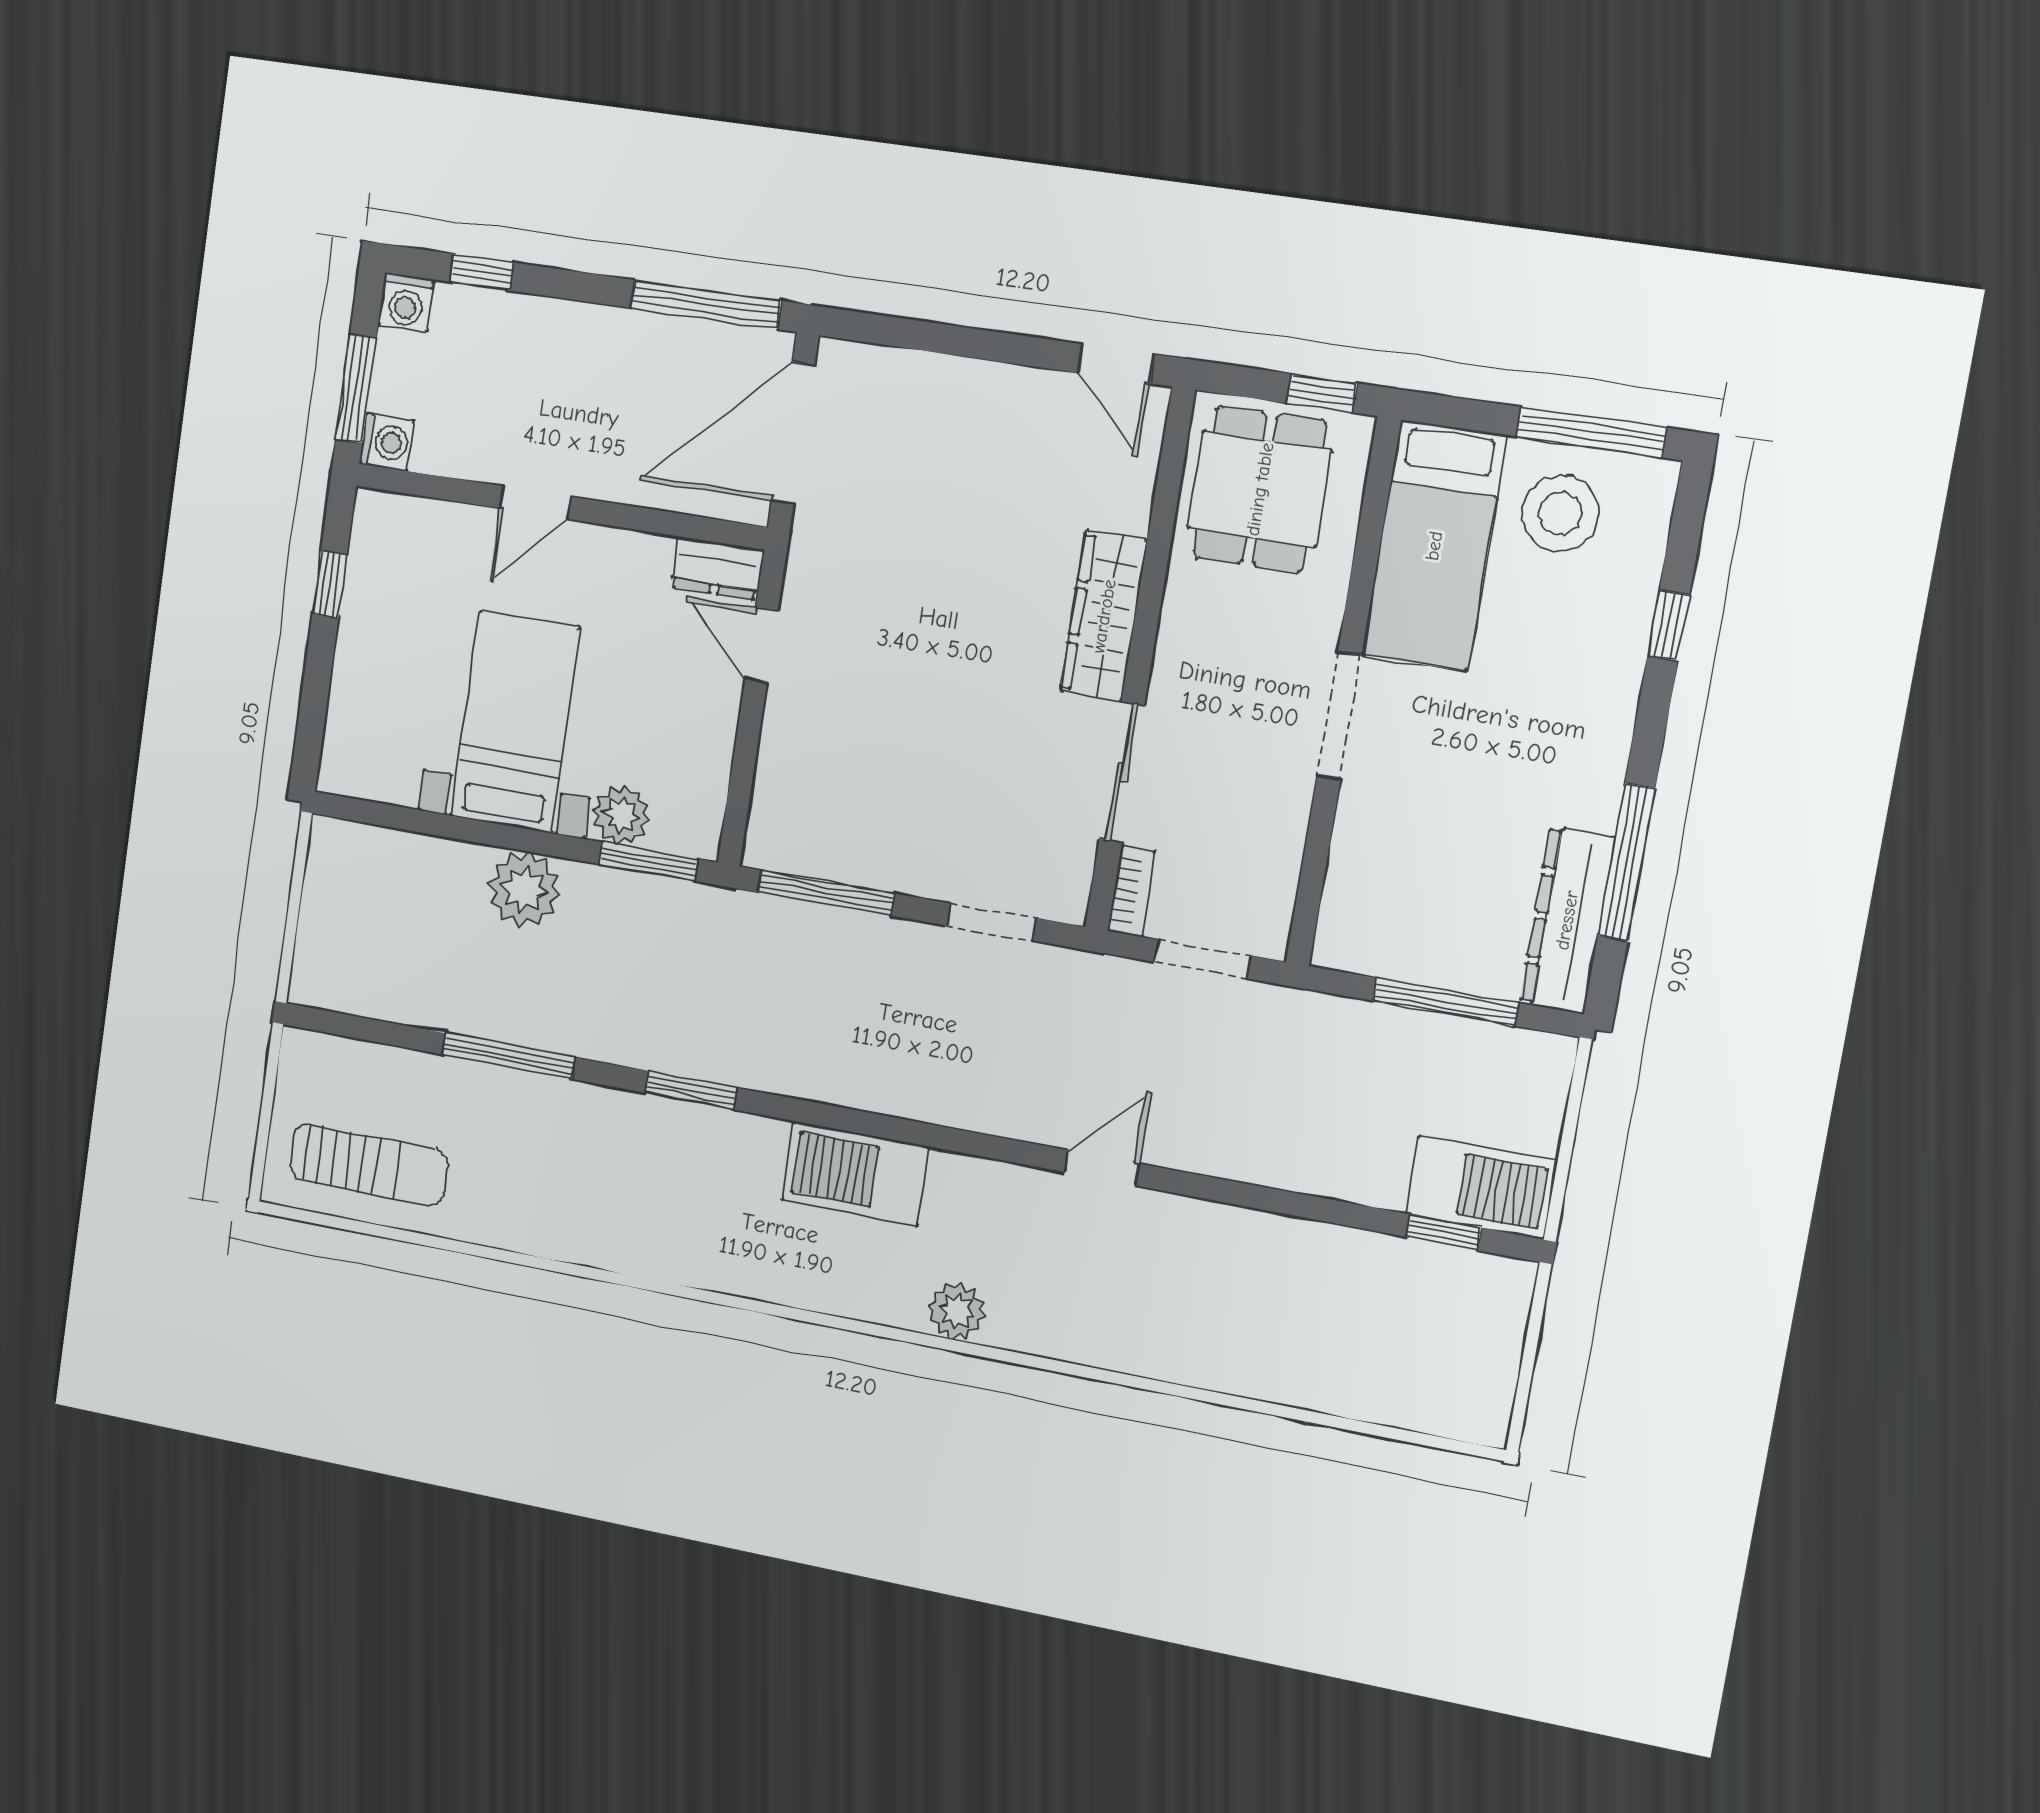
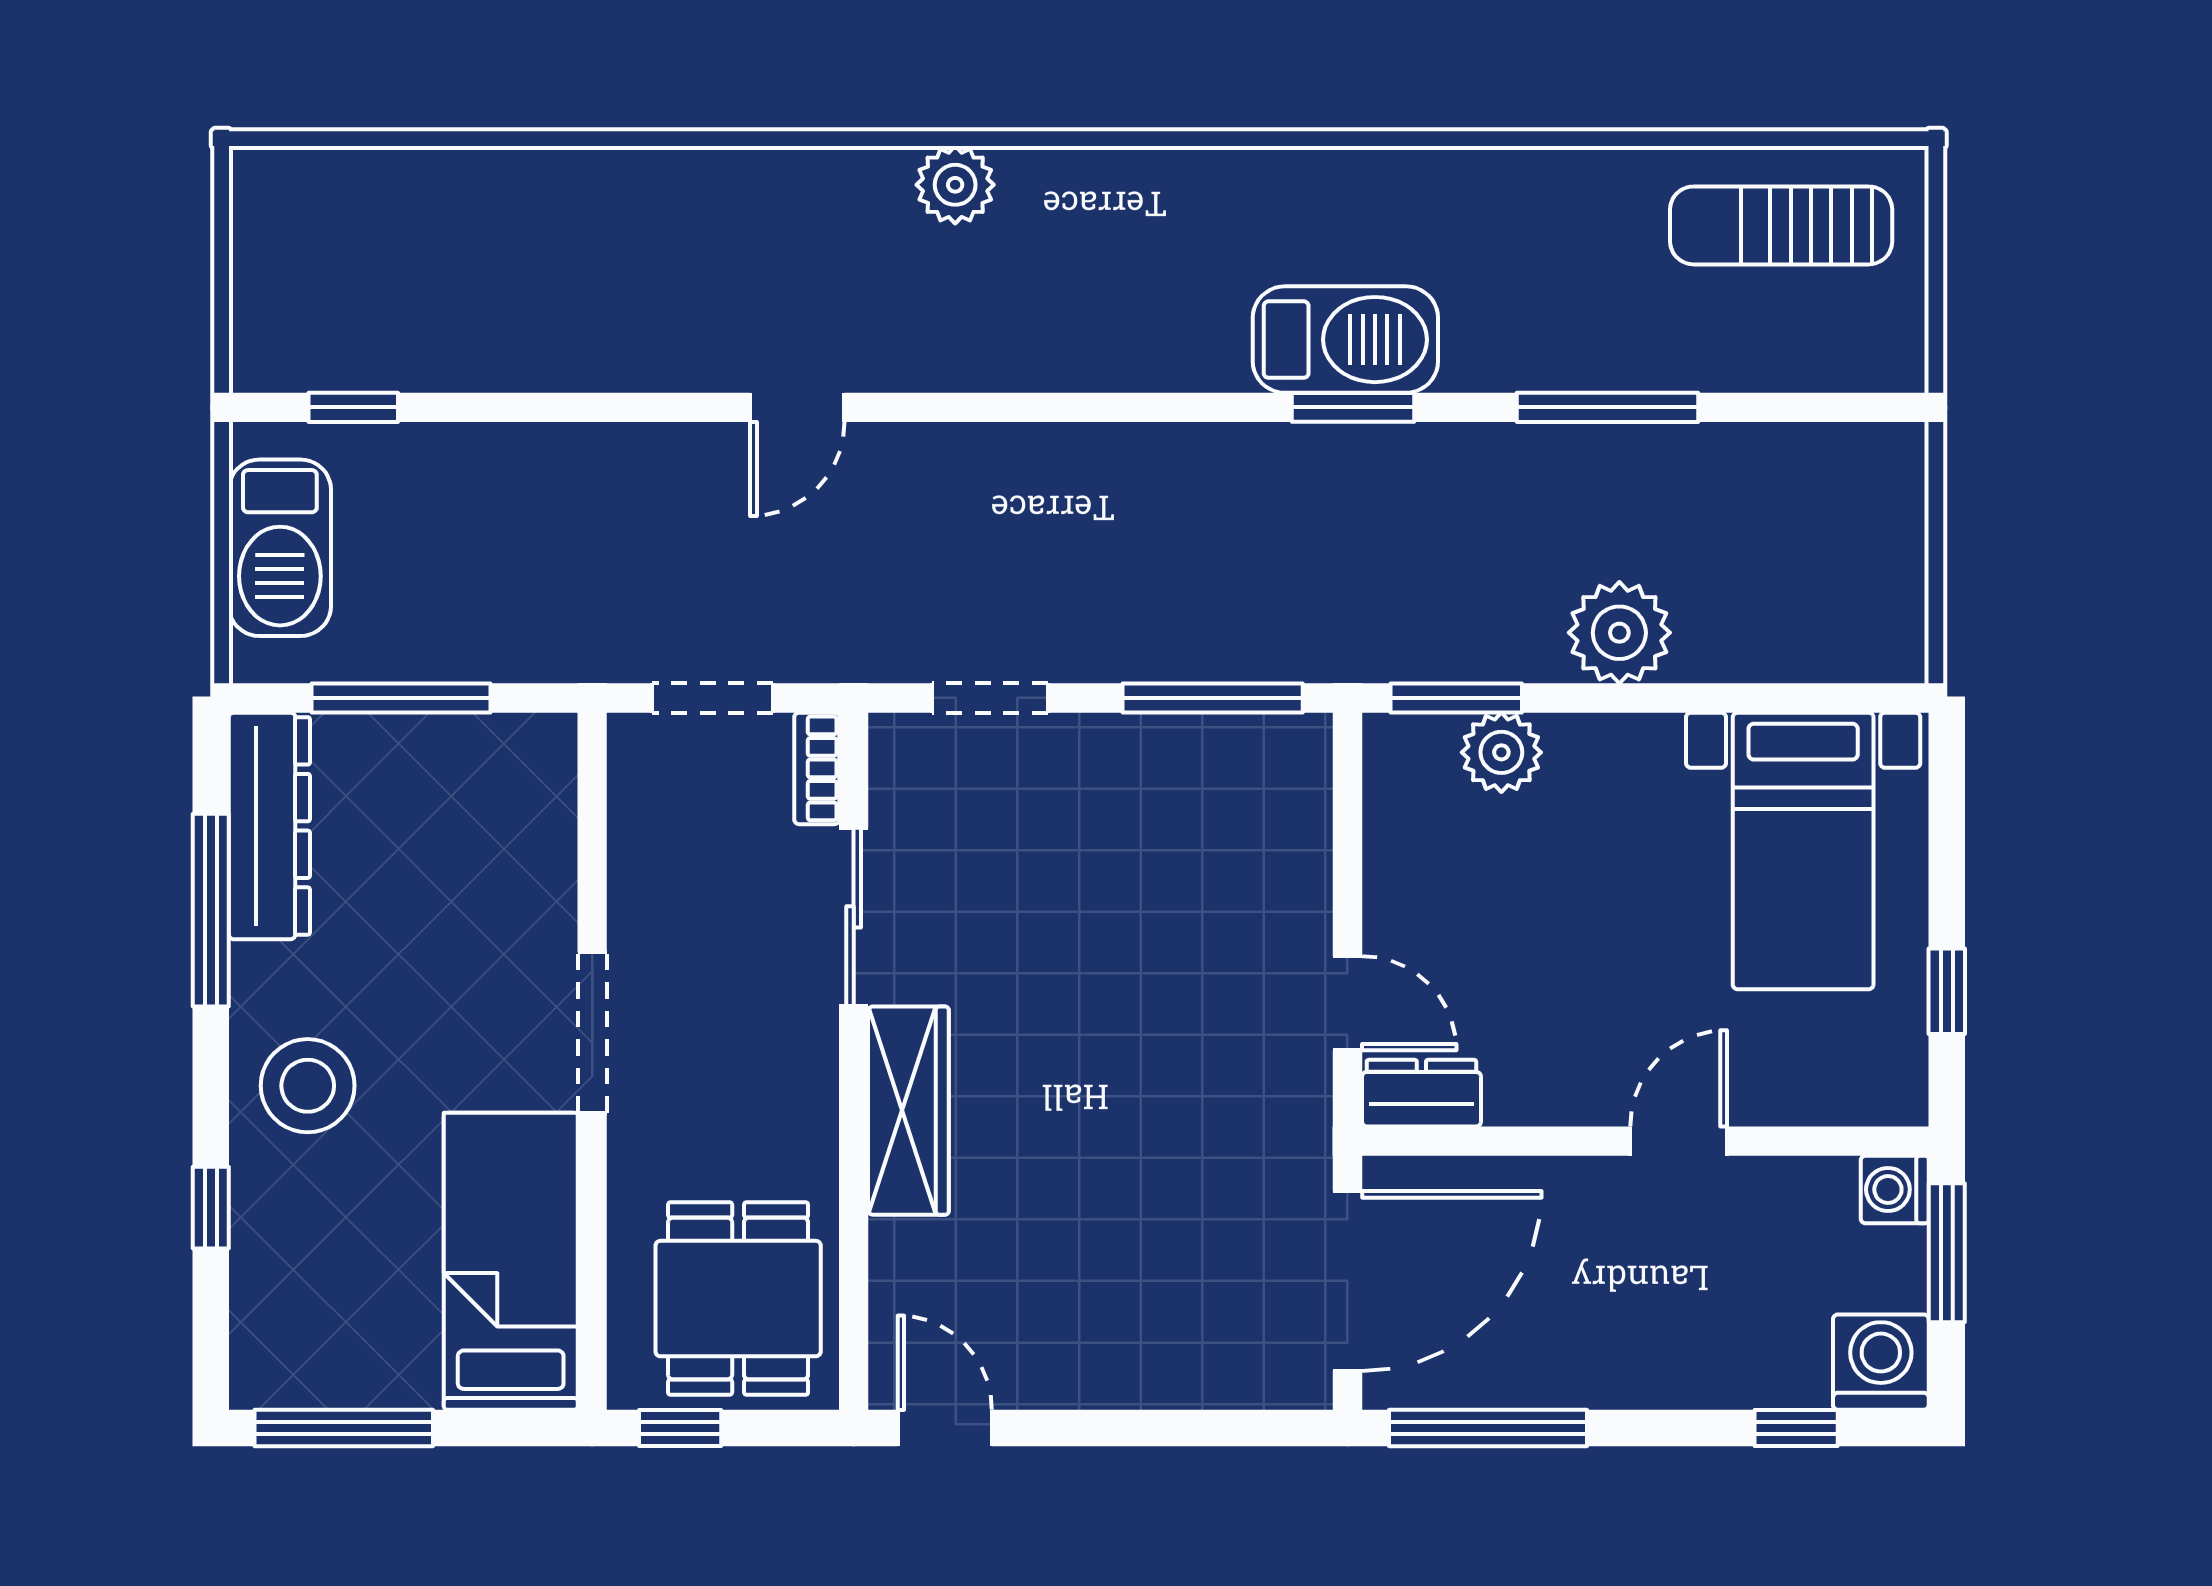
washing machine: (406, 302) -> (1881, 1362), width x1.38, depth x1.38
stool: (1561, 513) -> (308, 1086), moved
bed with nightstands: (515, 722) -> (1803, 851), moved
barbecue: (855, 1173) -> (1345, 340), moved
barbecue: (1481, 1187) -> (280, 548), moved, turned -90

